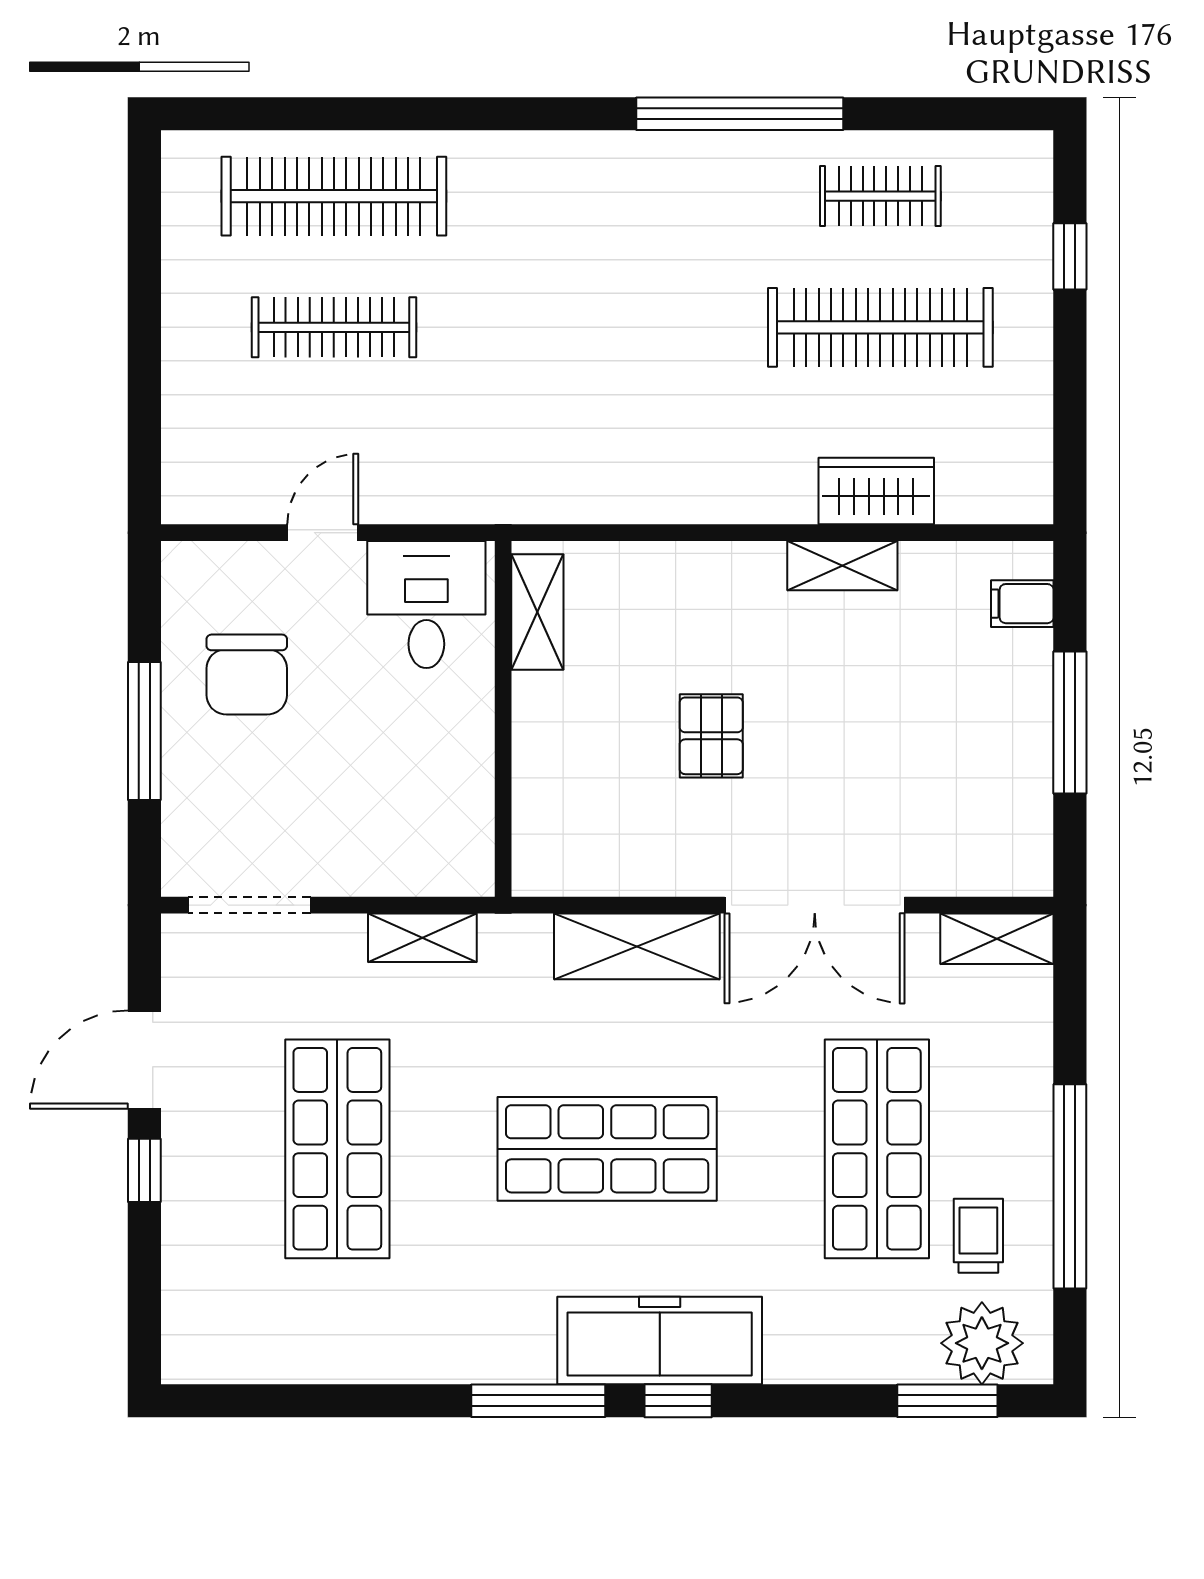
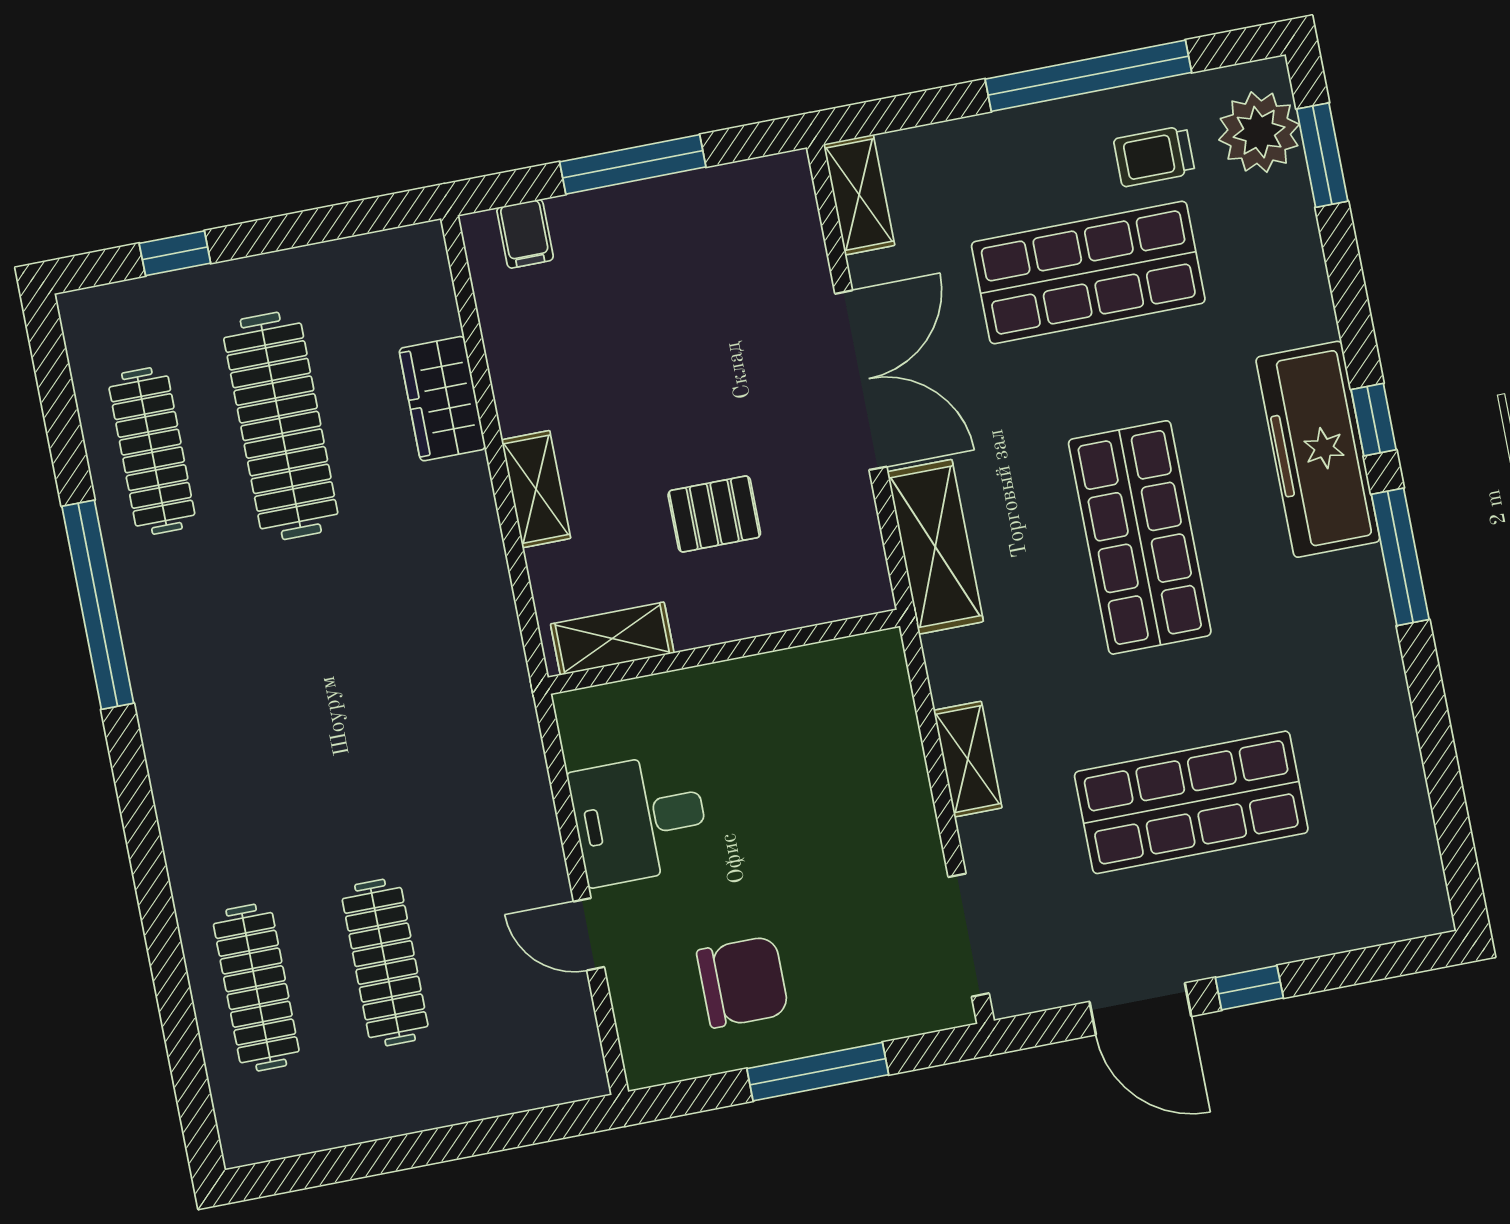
clothes rail: (334, 196) -> (256, 988), width x0.73, depth x0.76
clothes rail: (880, 196) -> (152, 451), width x1.36
shelving: (842, 566) -> (536, 489), moved
shelving: (537, 612) -> (612, 639), moved
wall: (503, 719) -> (724, 652), moved

